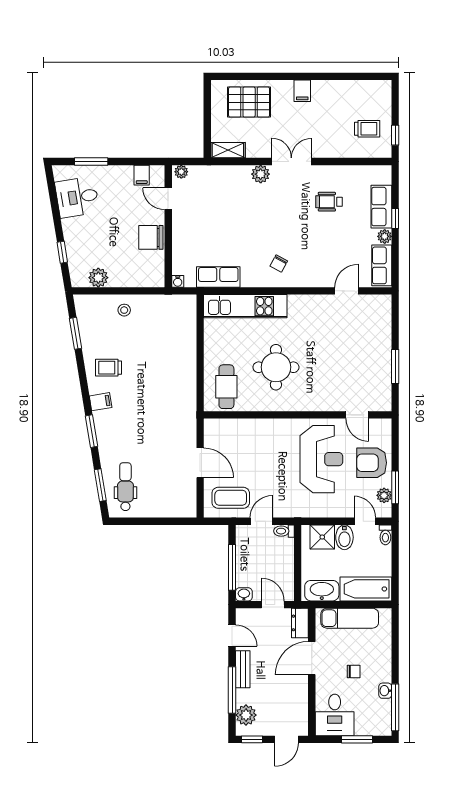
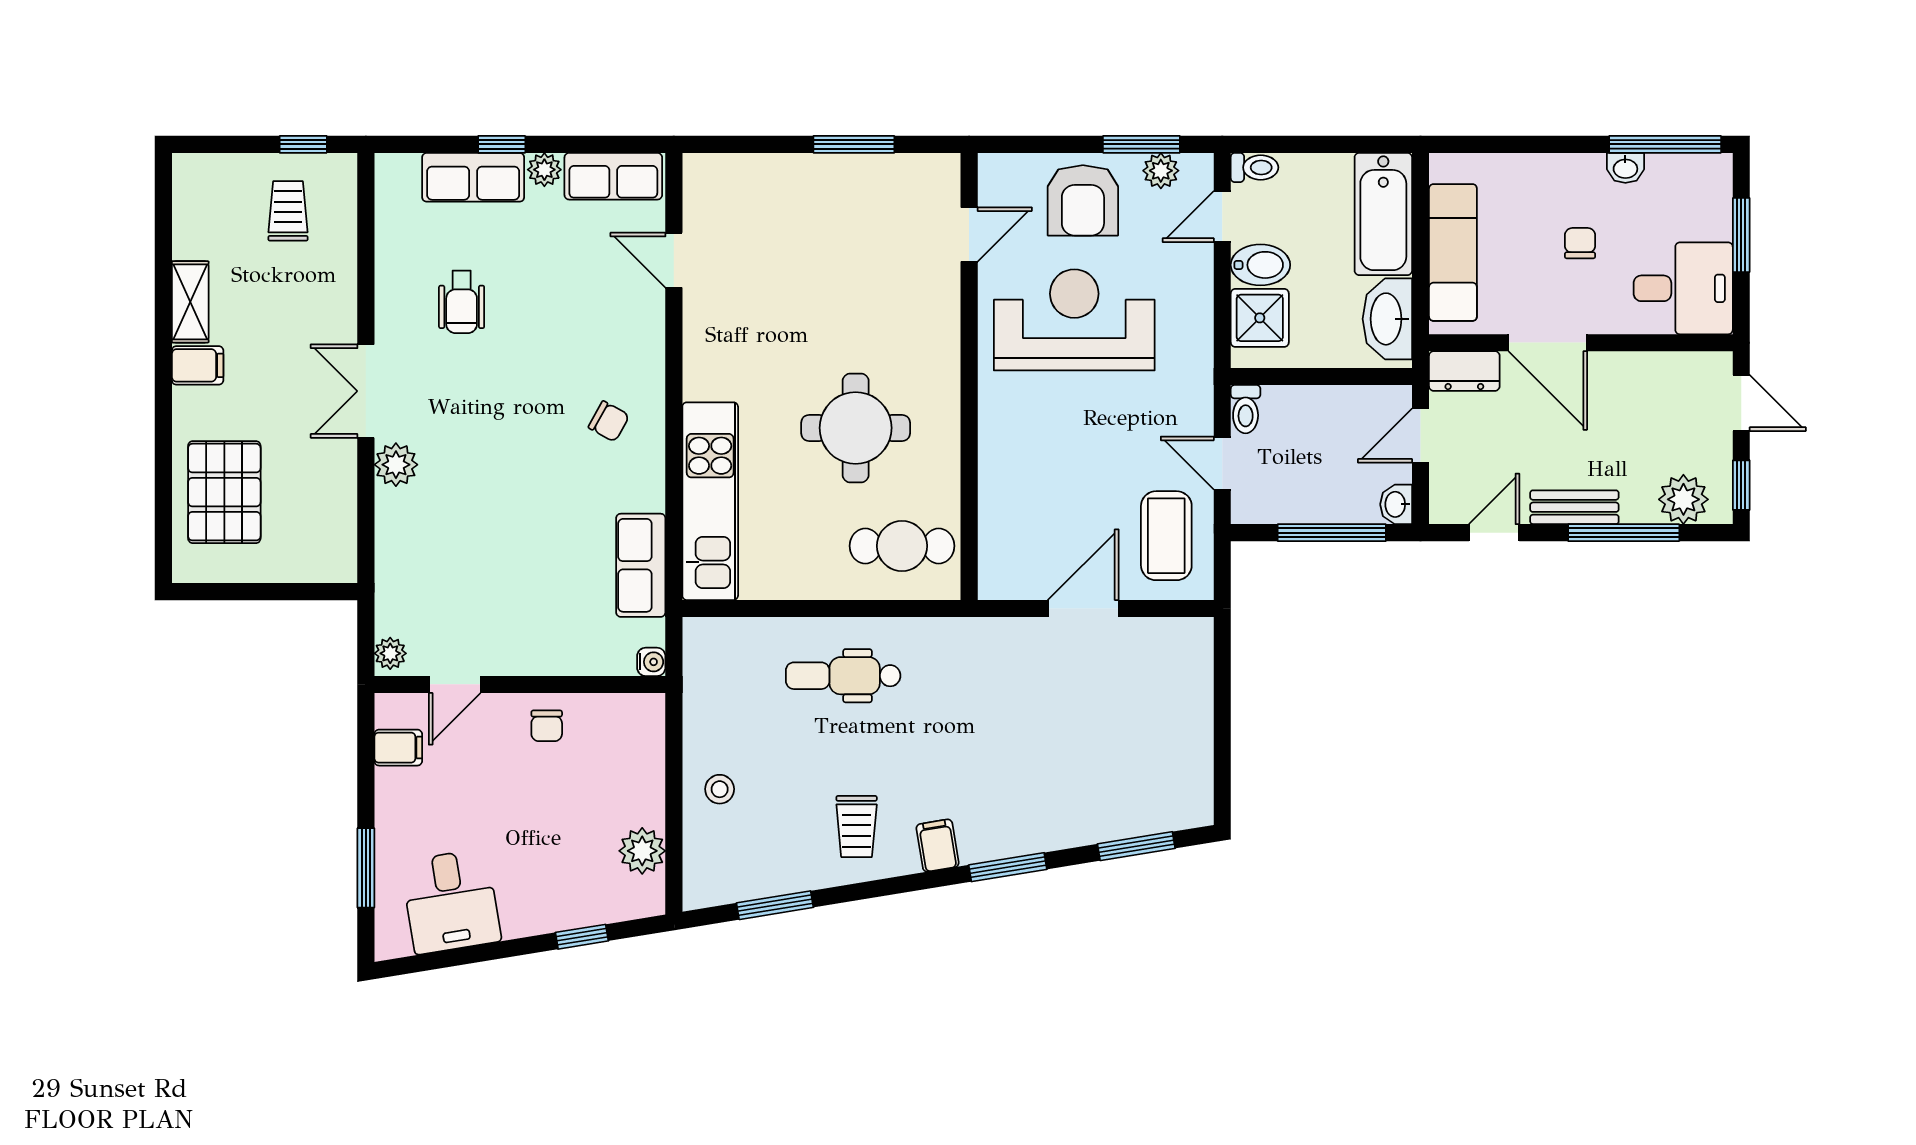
shelving: (228, 150) -> (190, 302), moved
chair: (151, 237) -> (547, 726), width x0.54, depth x0.54
dental chair: (125, 487) -> (843, 676), moved

